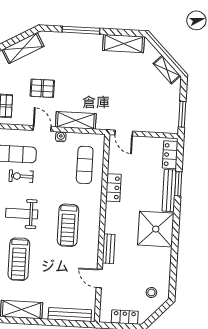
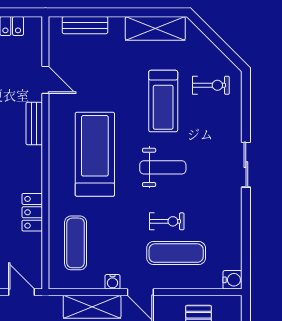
treadmill: (68, 225) -> (95, 154), width x1.37, depth x1.38
treadmill: (19, 259) -> (163, 101), turned 180
bench: (70, 315) -> (85, 25), width x0.73

